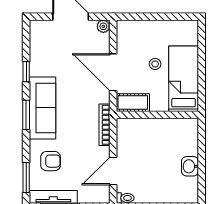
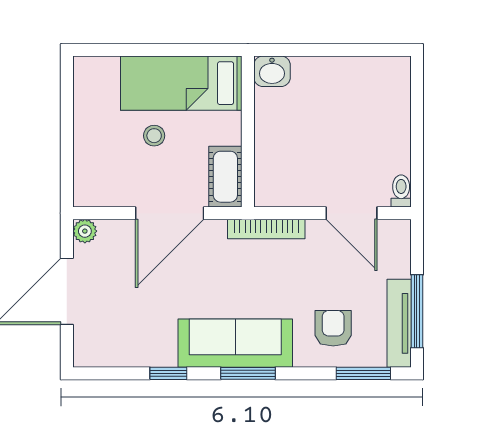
washbasin: (190, 166) -> (272, 71), moved

